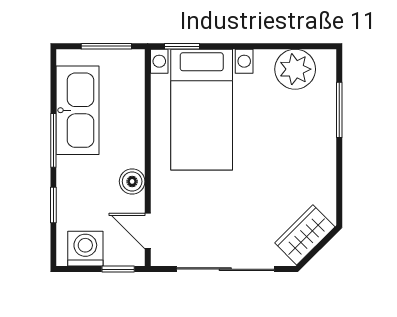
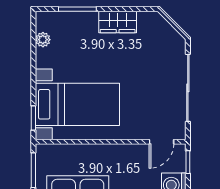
plant: (295, 69) -> (43, 40), width x0.53, depth x0.53
boiler: (132, 181) -> (127, 153), removed
wardrobe: (305, 235) -> (118, 22), moved, turned -45

